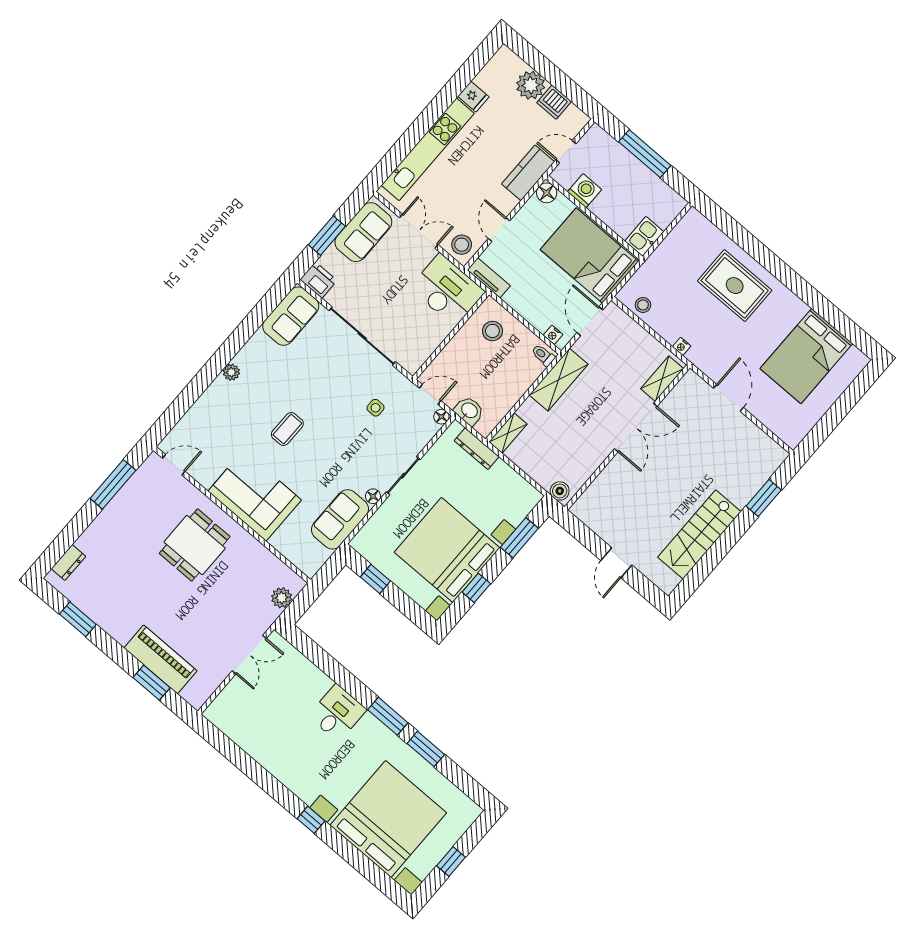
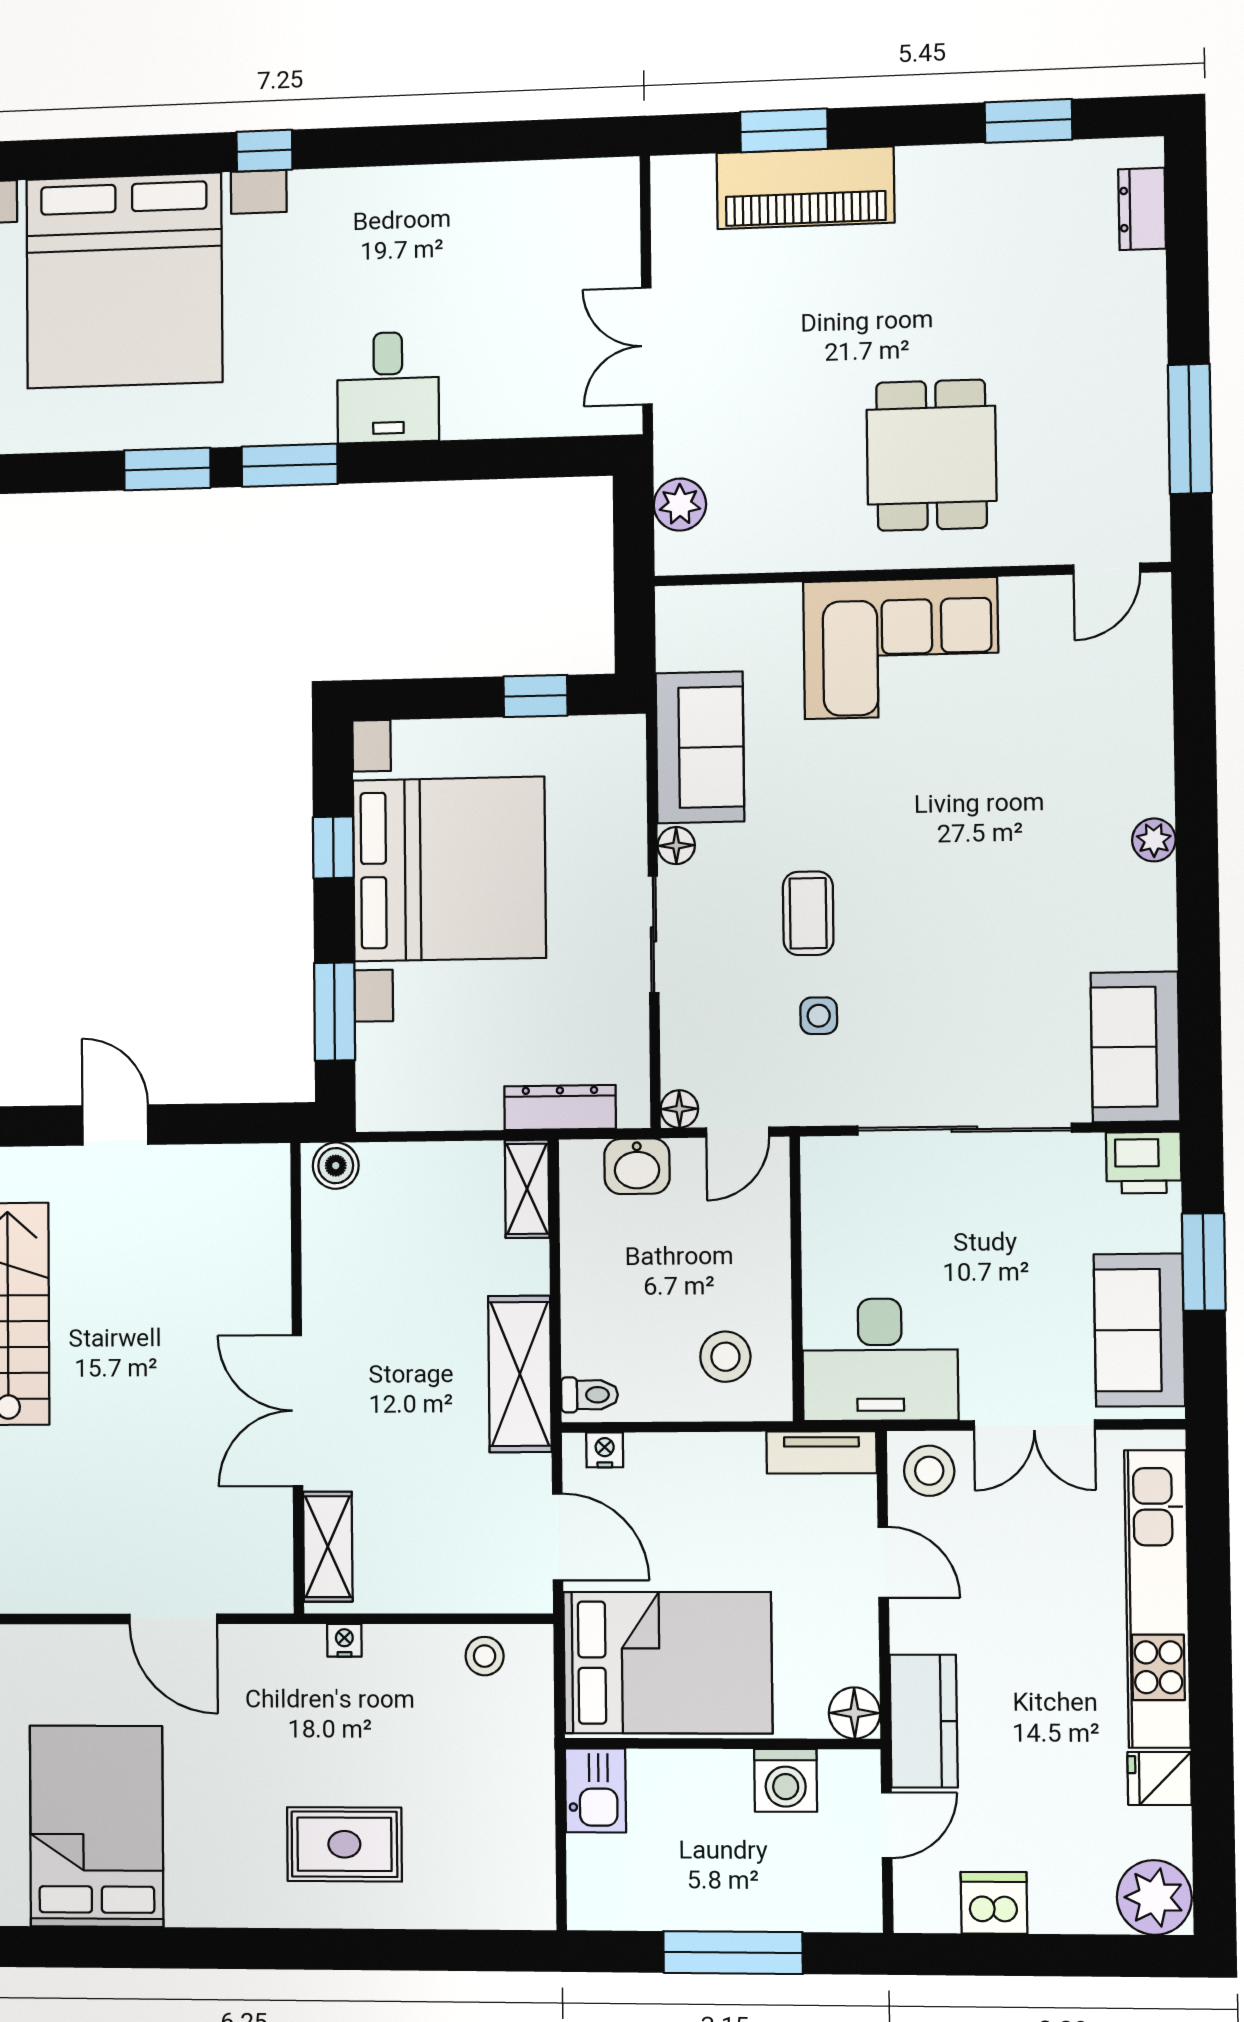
plant: (531, 85) -> (1154, 1897), moved
rug: (735, 286) -> (344, 1844), width x0.73, depth x0.70
coffee table: (287, 429) -> (808, 913), moved

